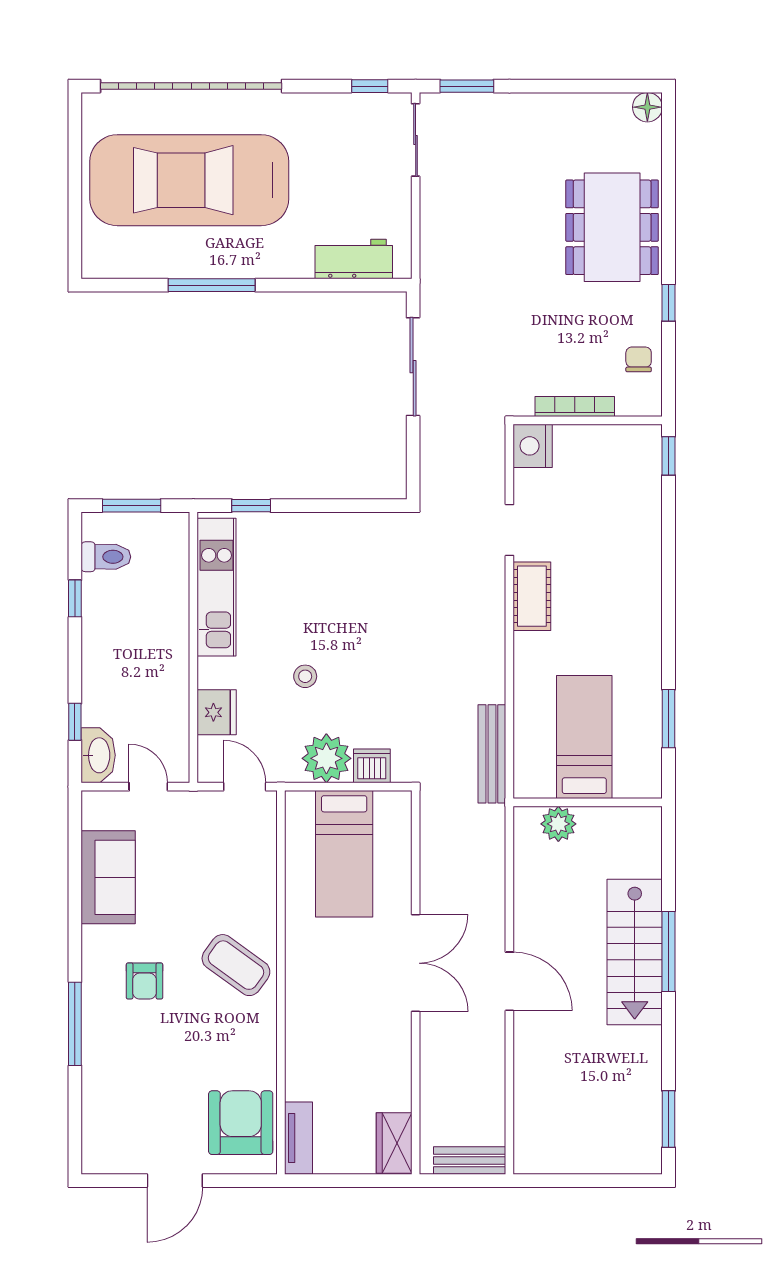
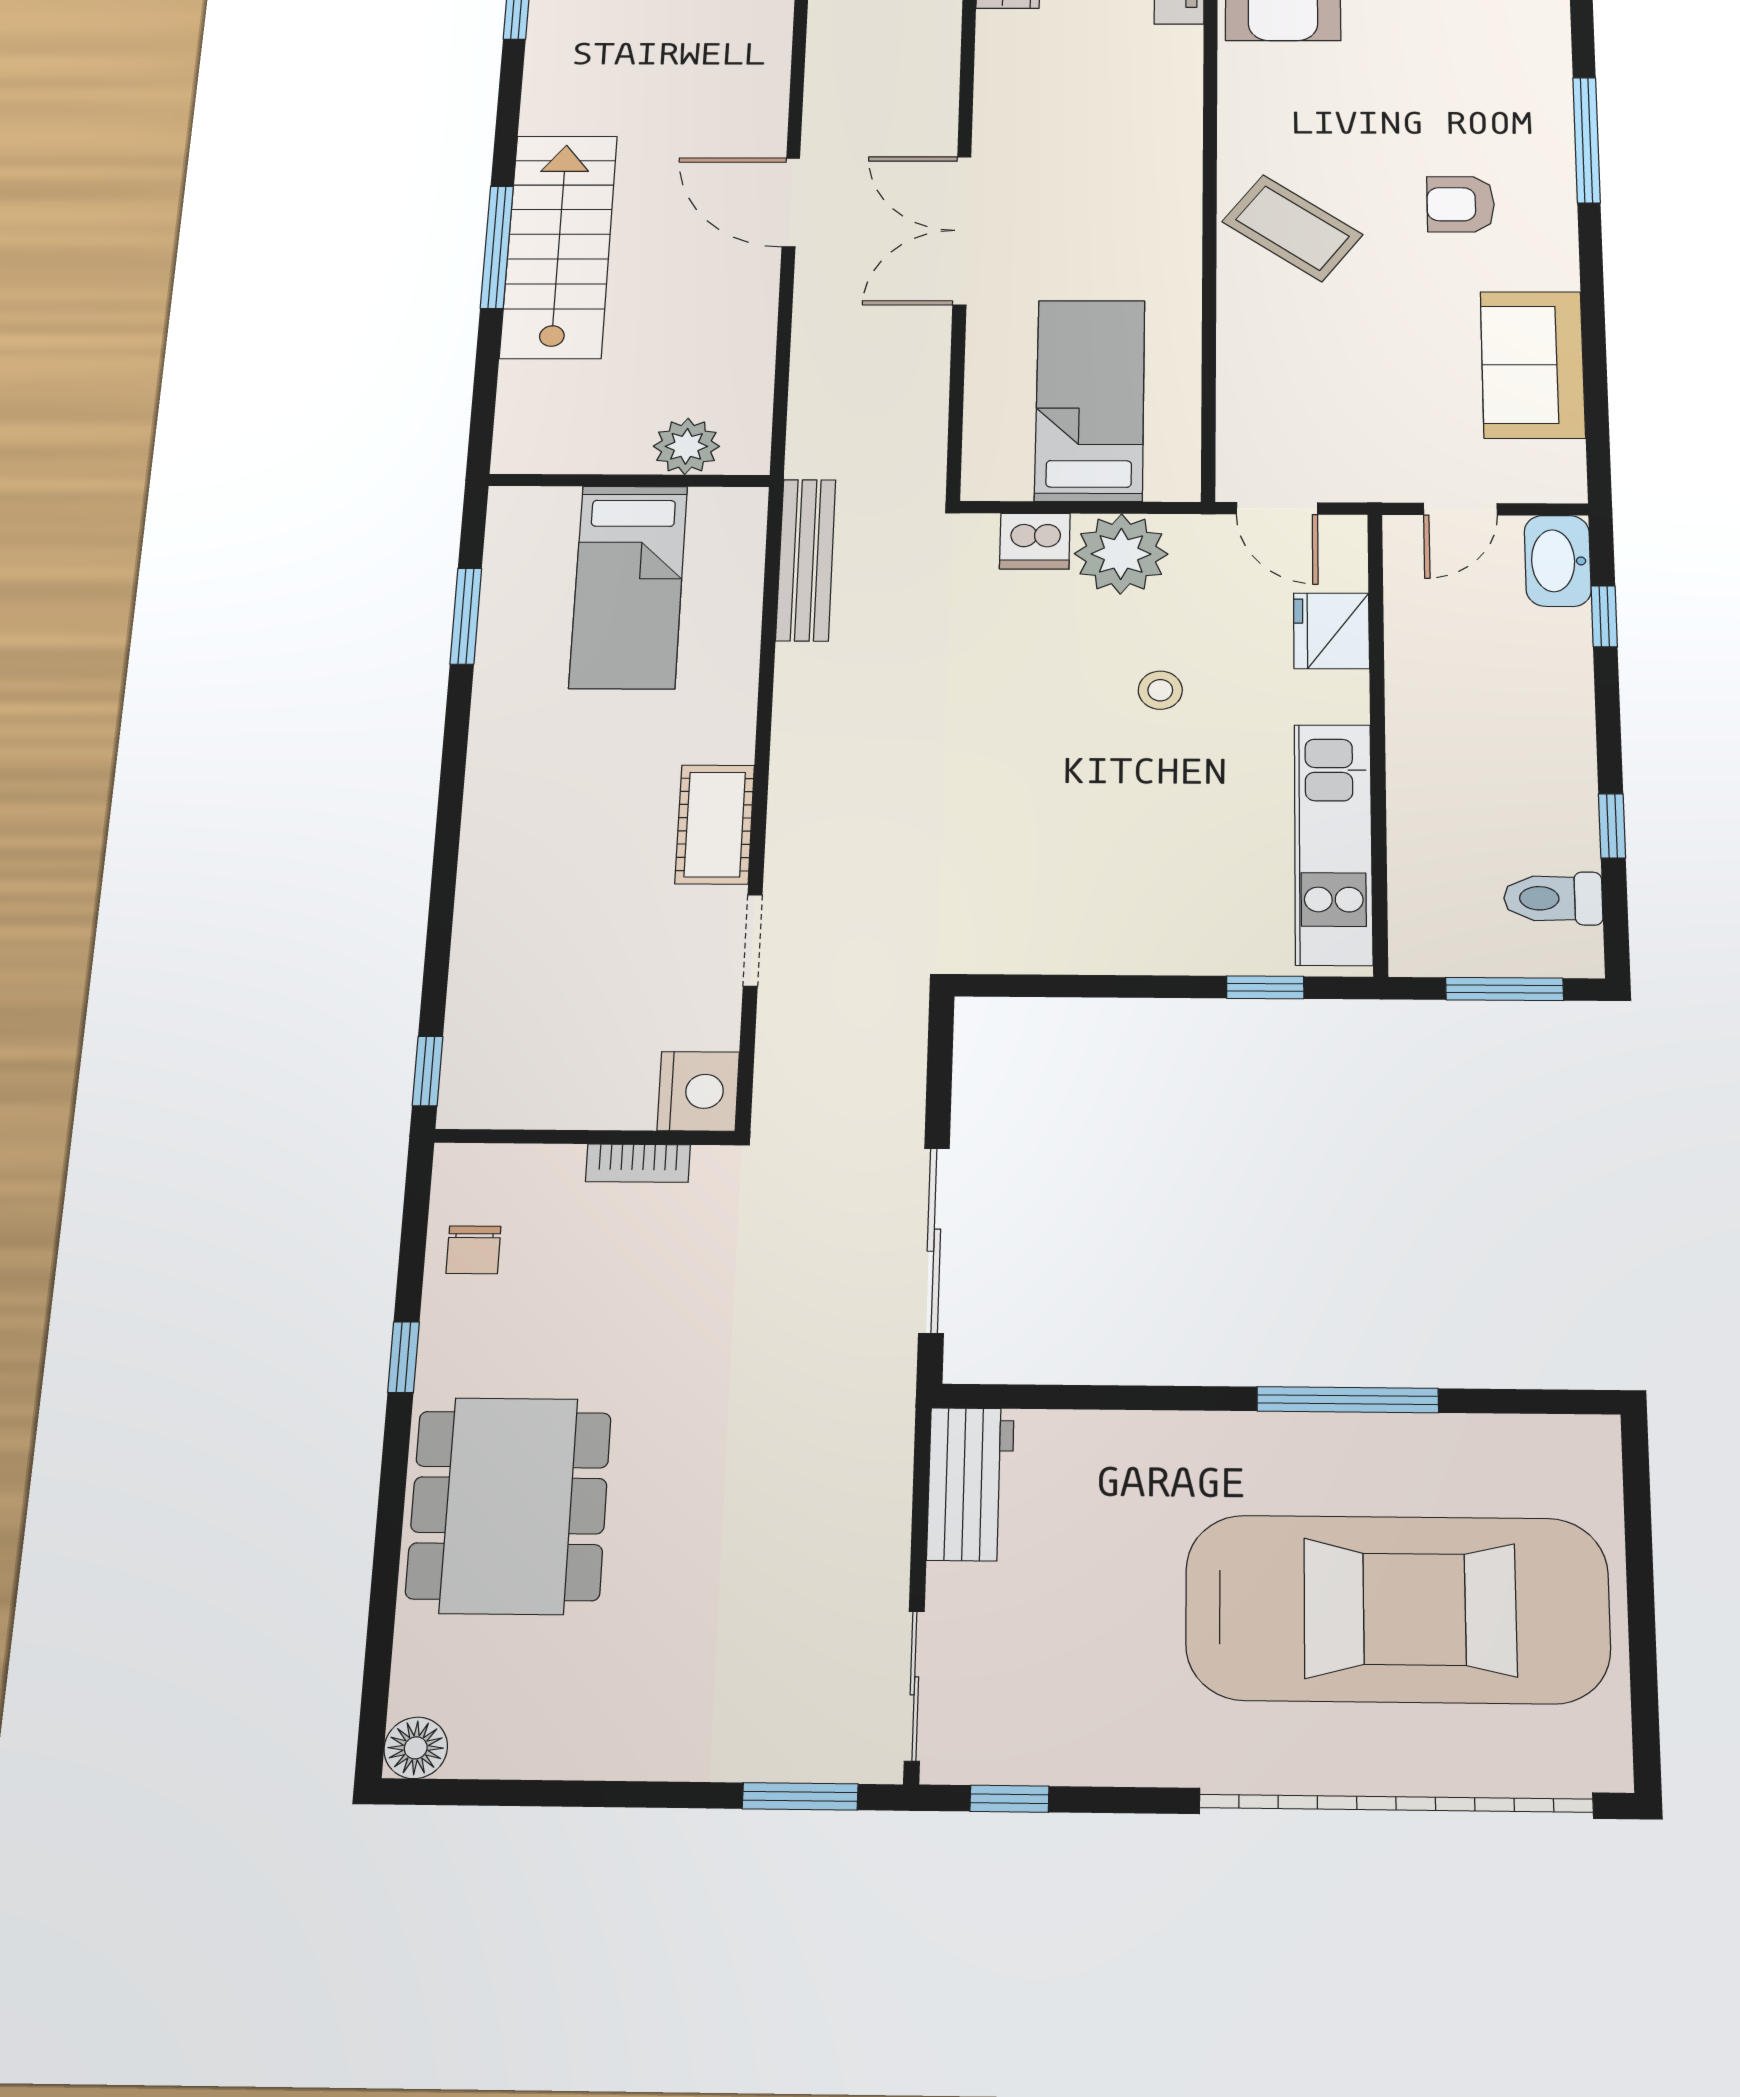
workbench: (354, 259) -> (970, 1484), moved, turned -90
bookcase: (575, 407) -> (638, 1163), width x0.64
door: (148, 787) -> (1460, 509), hinge flipped
armchair: (144, 981) -> (1461, 204), turned -90

